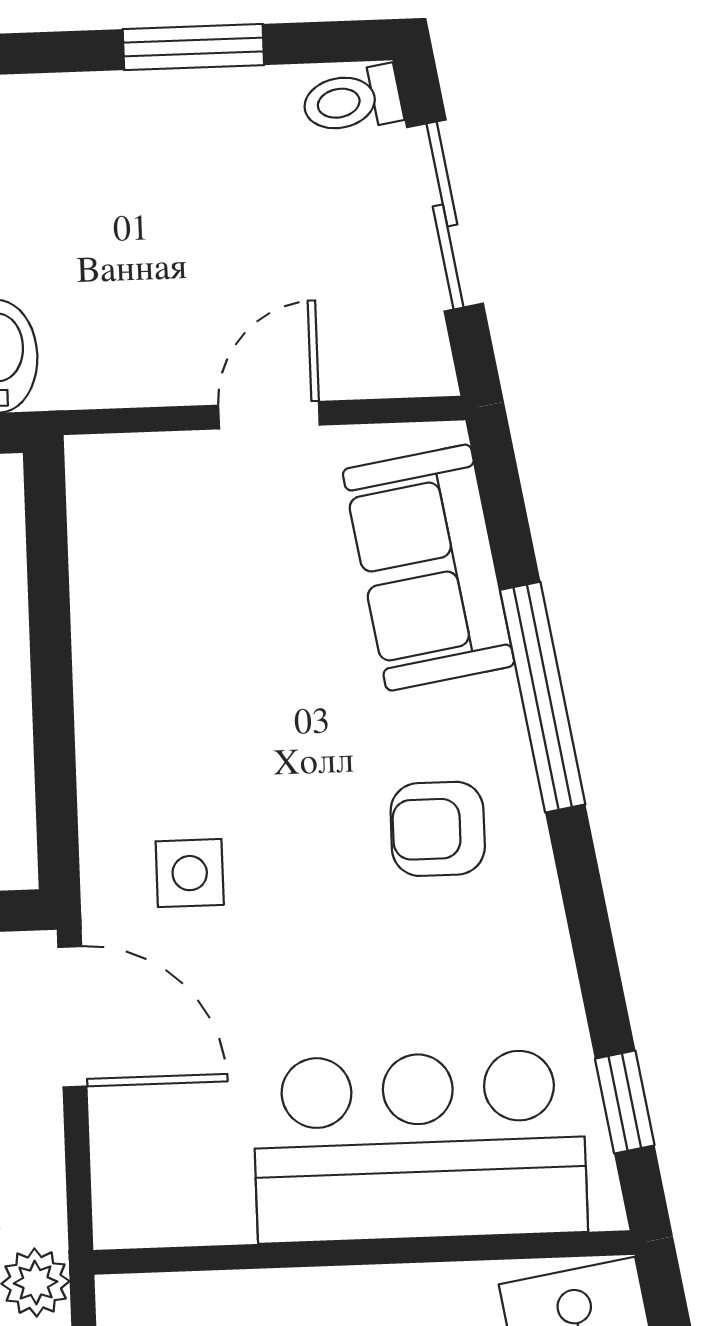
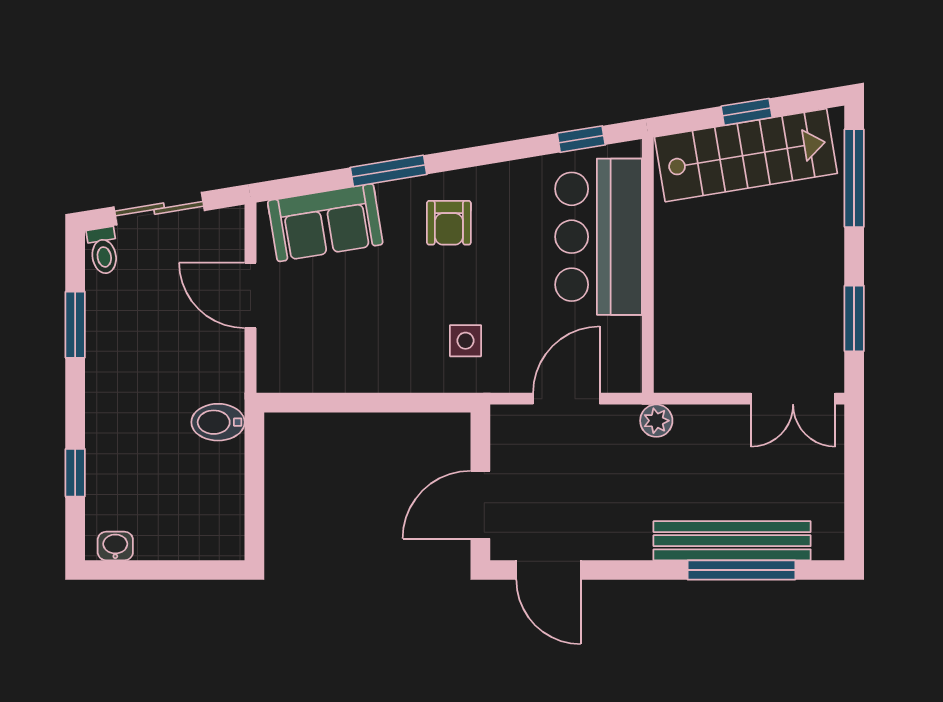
door: (269, 415) -> (250, 295), width x1.37
window: (543, 697) -> (388, 171), width x0.69
door: (72, 1017) -> (566, 399), moved

